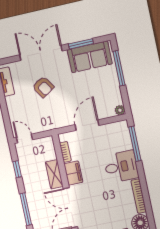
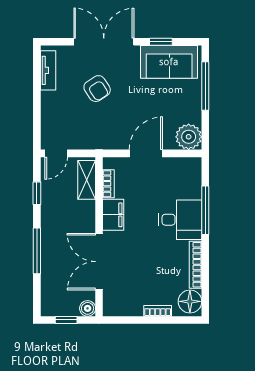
window: (81, 44) -> (161, 42), width x0.67
plant: (120, 110) -> (189, 137), width x1.87, depth x1.87
door: (24, 139) -> (56, 153), swing flipped
window: (135, 144) -> (205, 210), moved
shelving: (54, 174) -> (87, 180), moved

